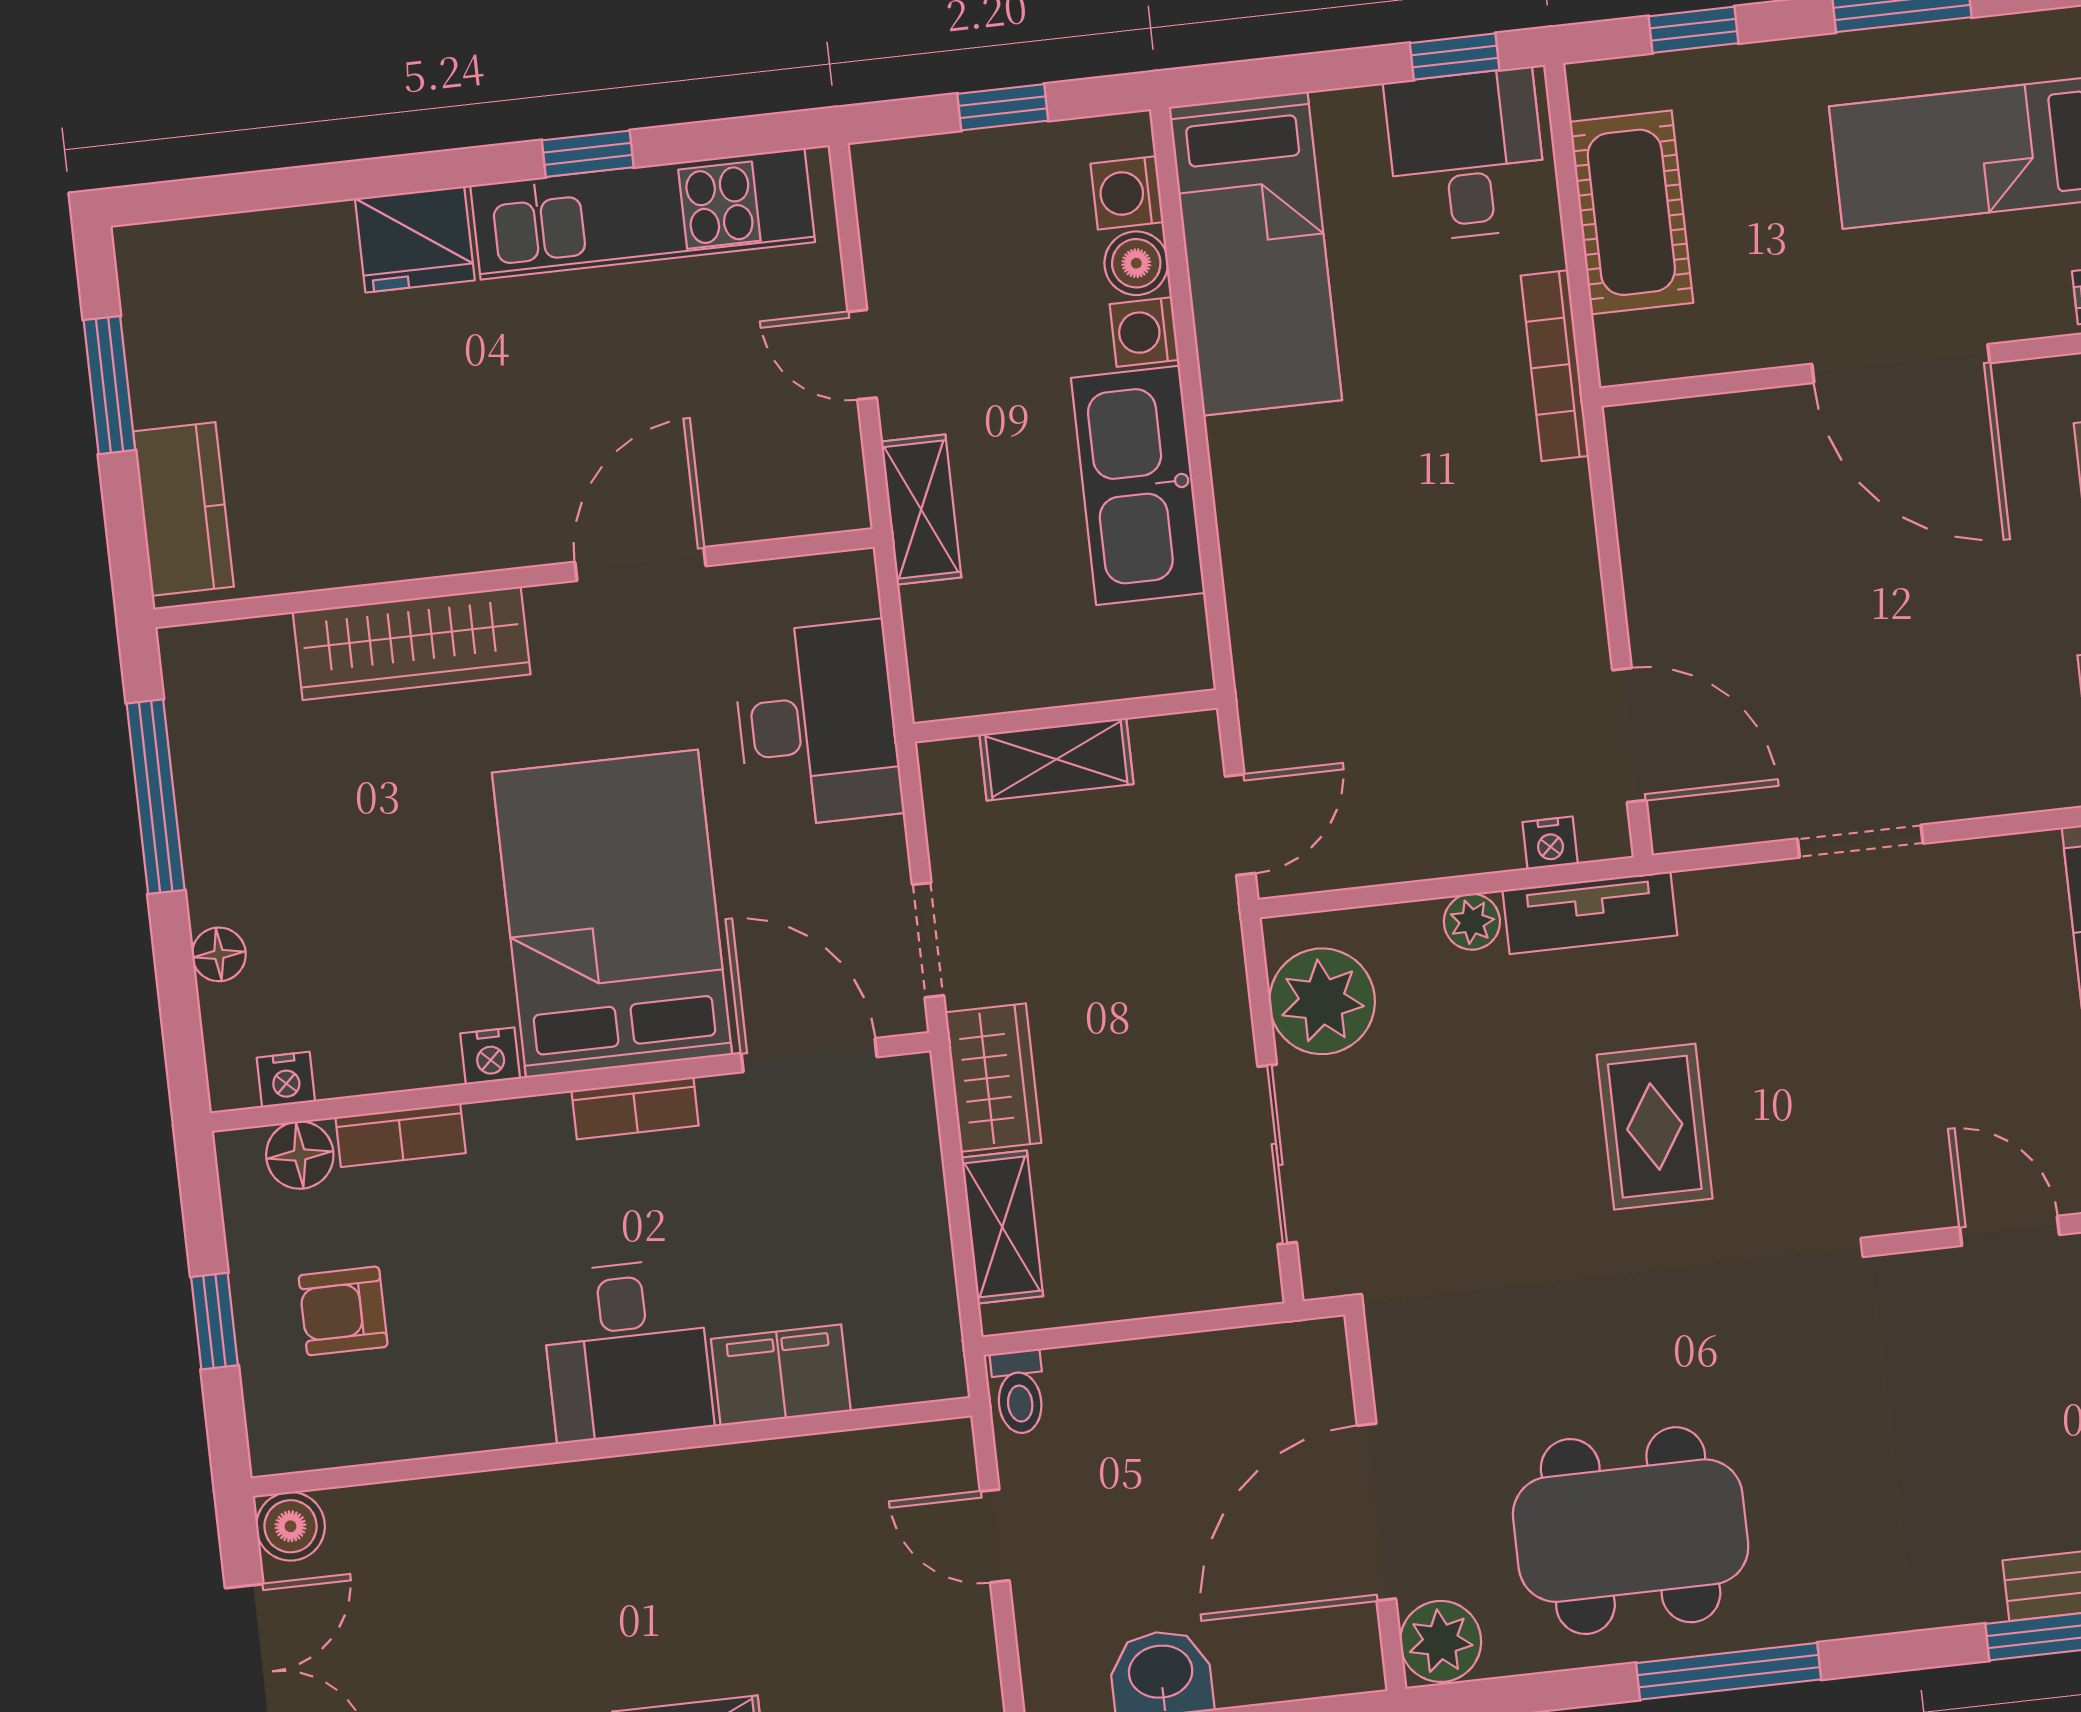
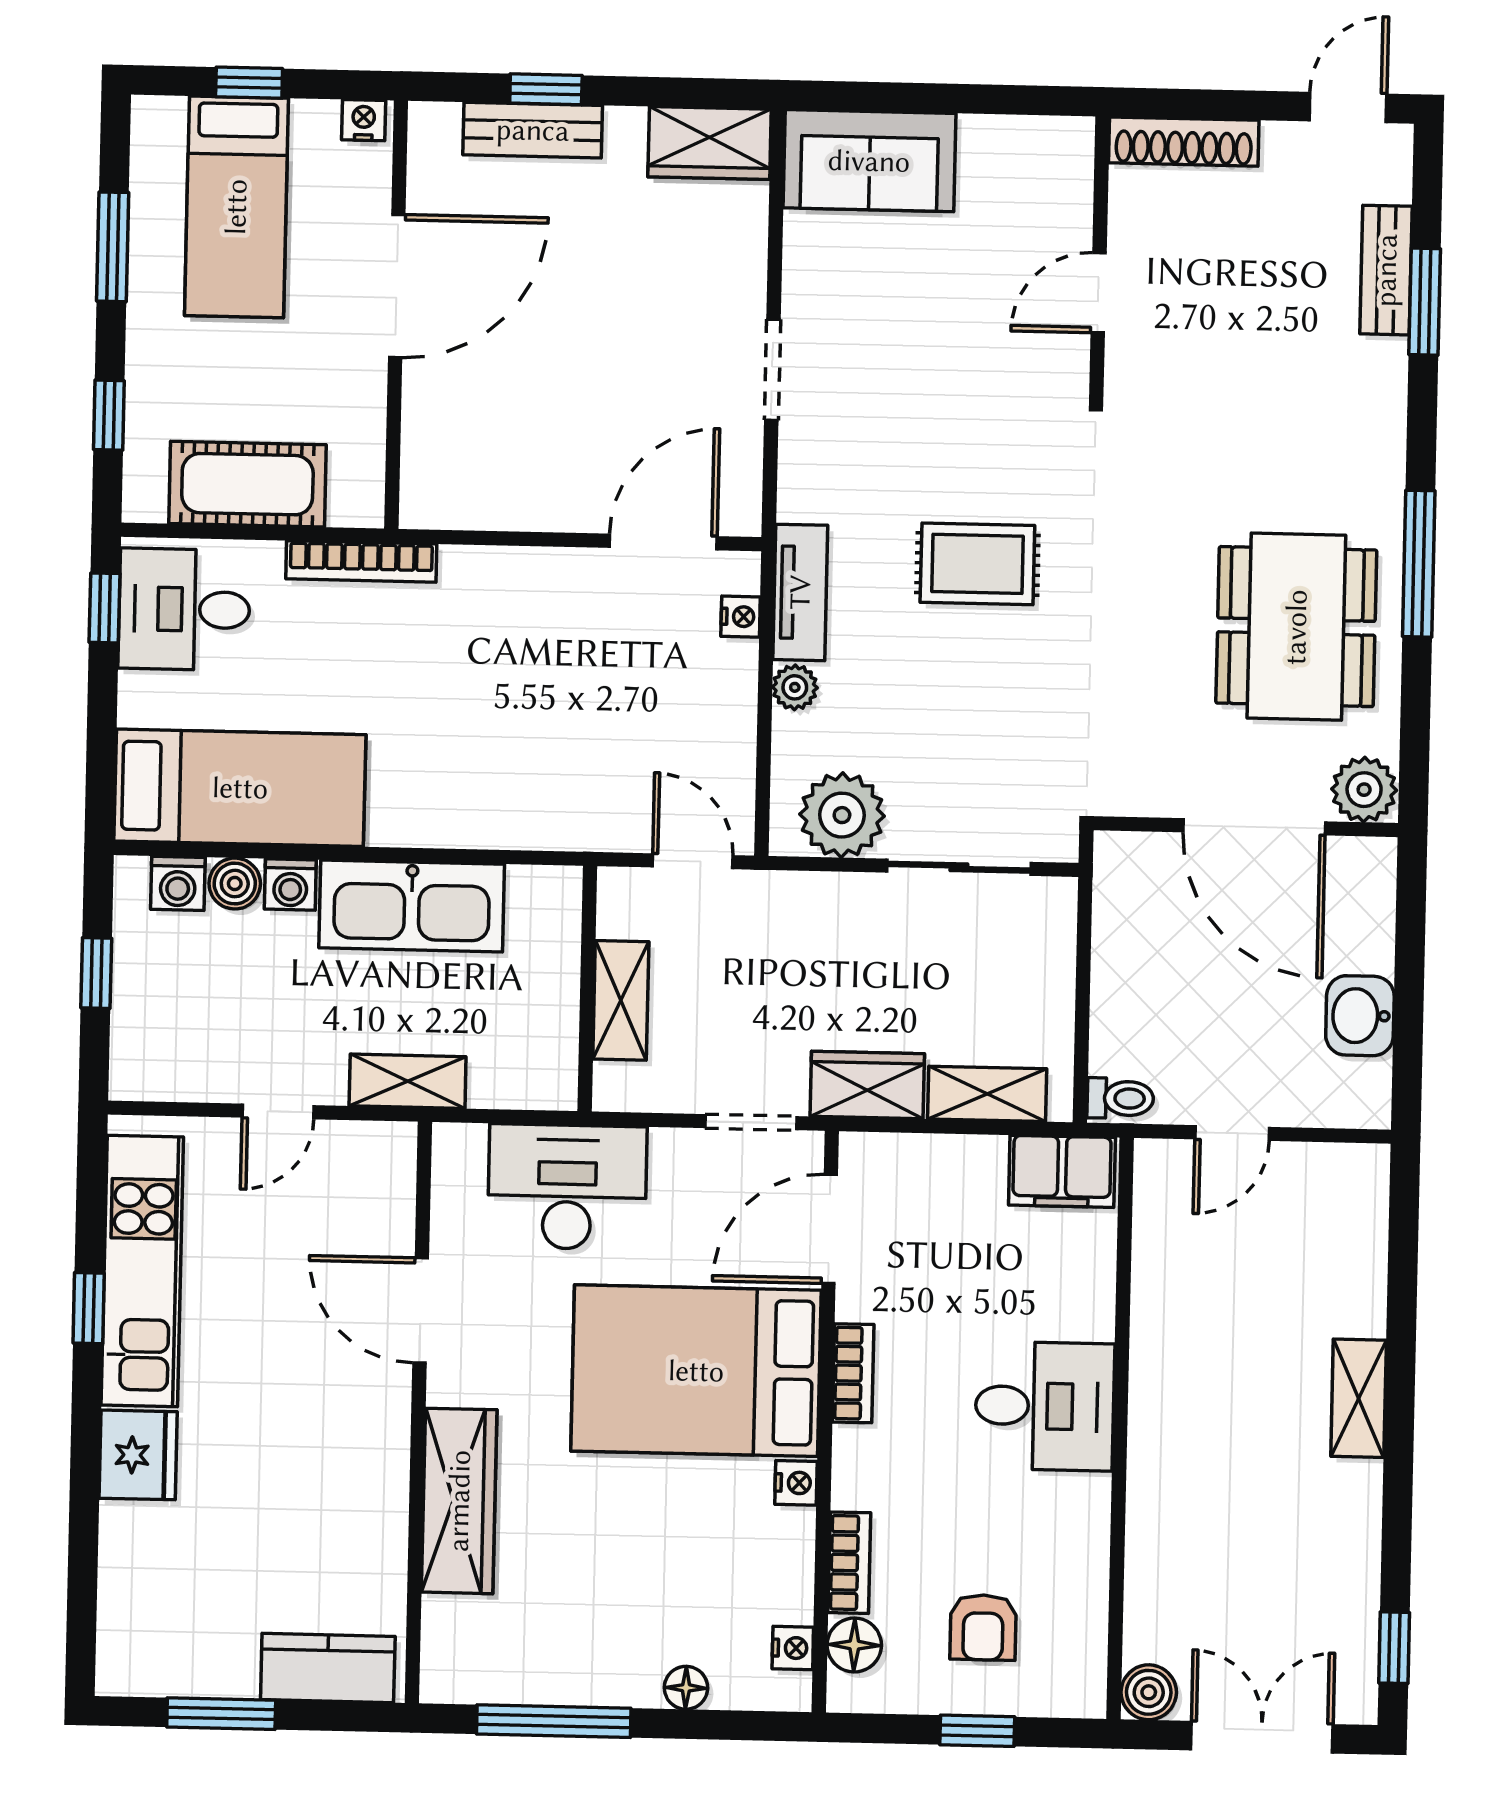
filing cabinet: (781, 1375) -> (1062, 1171), moved, turned -90

